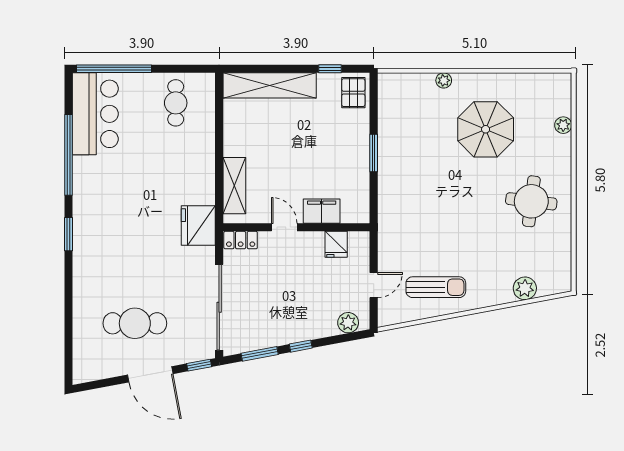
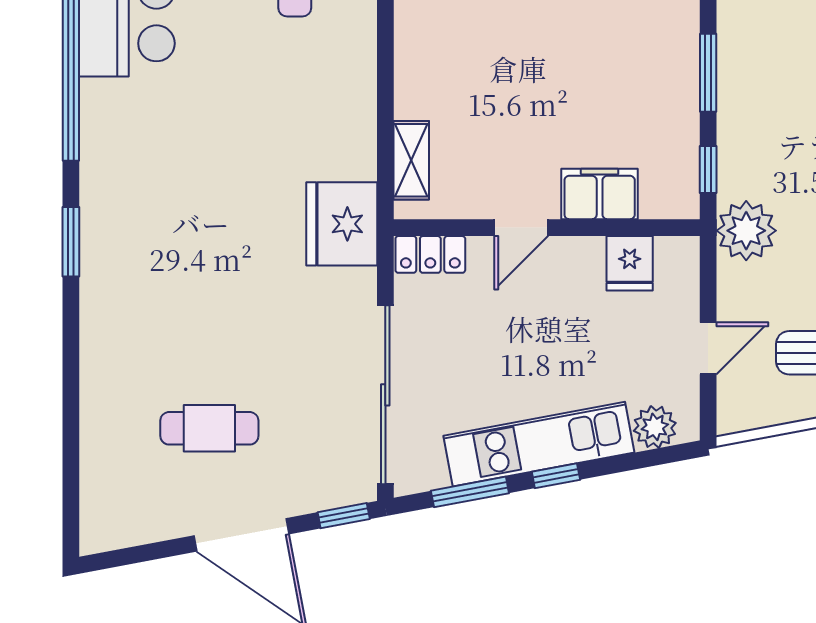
shelving: (234, 186) -> (411, 160), width x0.67, depth x0.75
window: (374, 199) -> (708, 170), added
door: (284, 227) -> (521, 228), swing flipped
plant: (392, 229) -> (746, 231), added
cafe table: (135, 323) -> (209, 428), width x0.73, depth x0.74
kitchen unit: (293, 331) -> (539, 444), added

